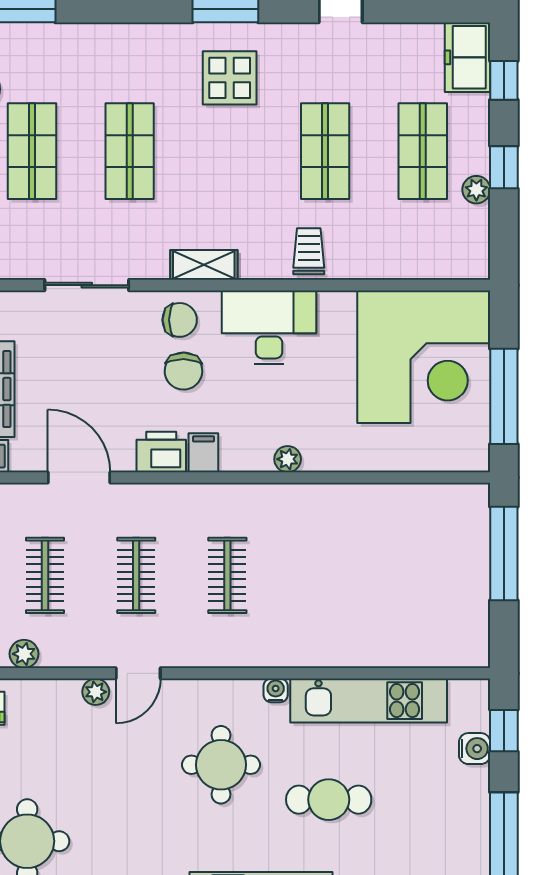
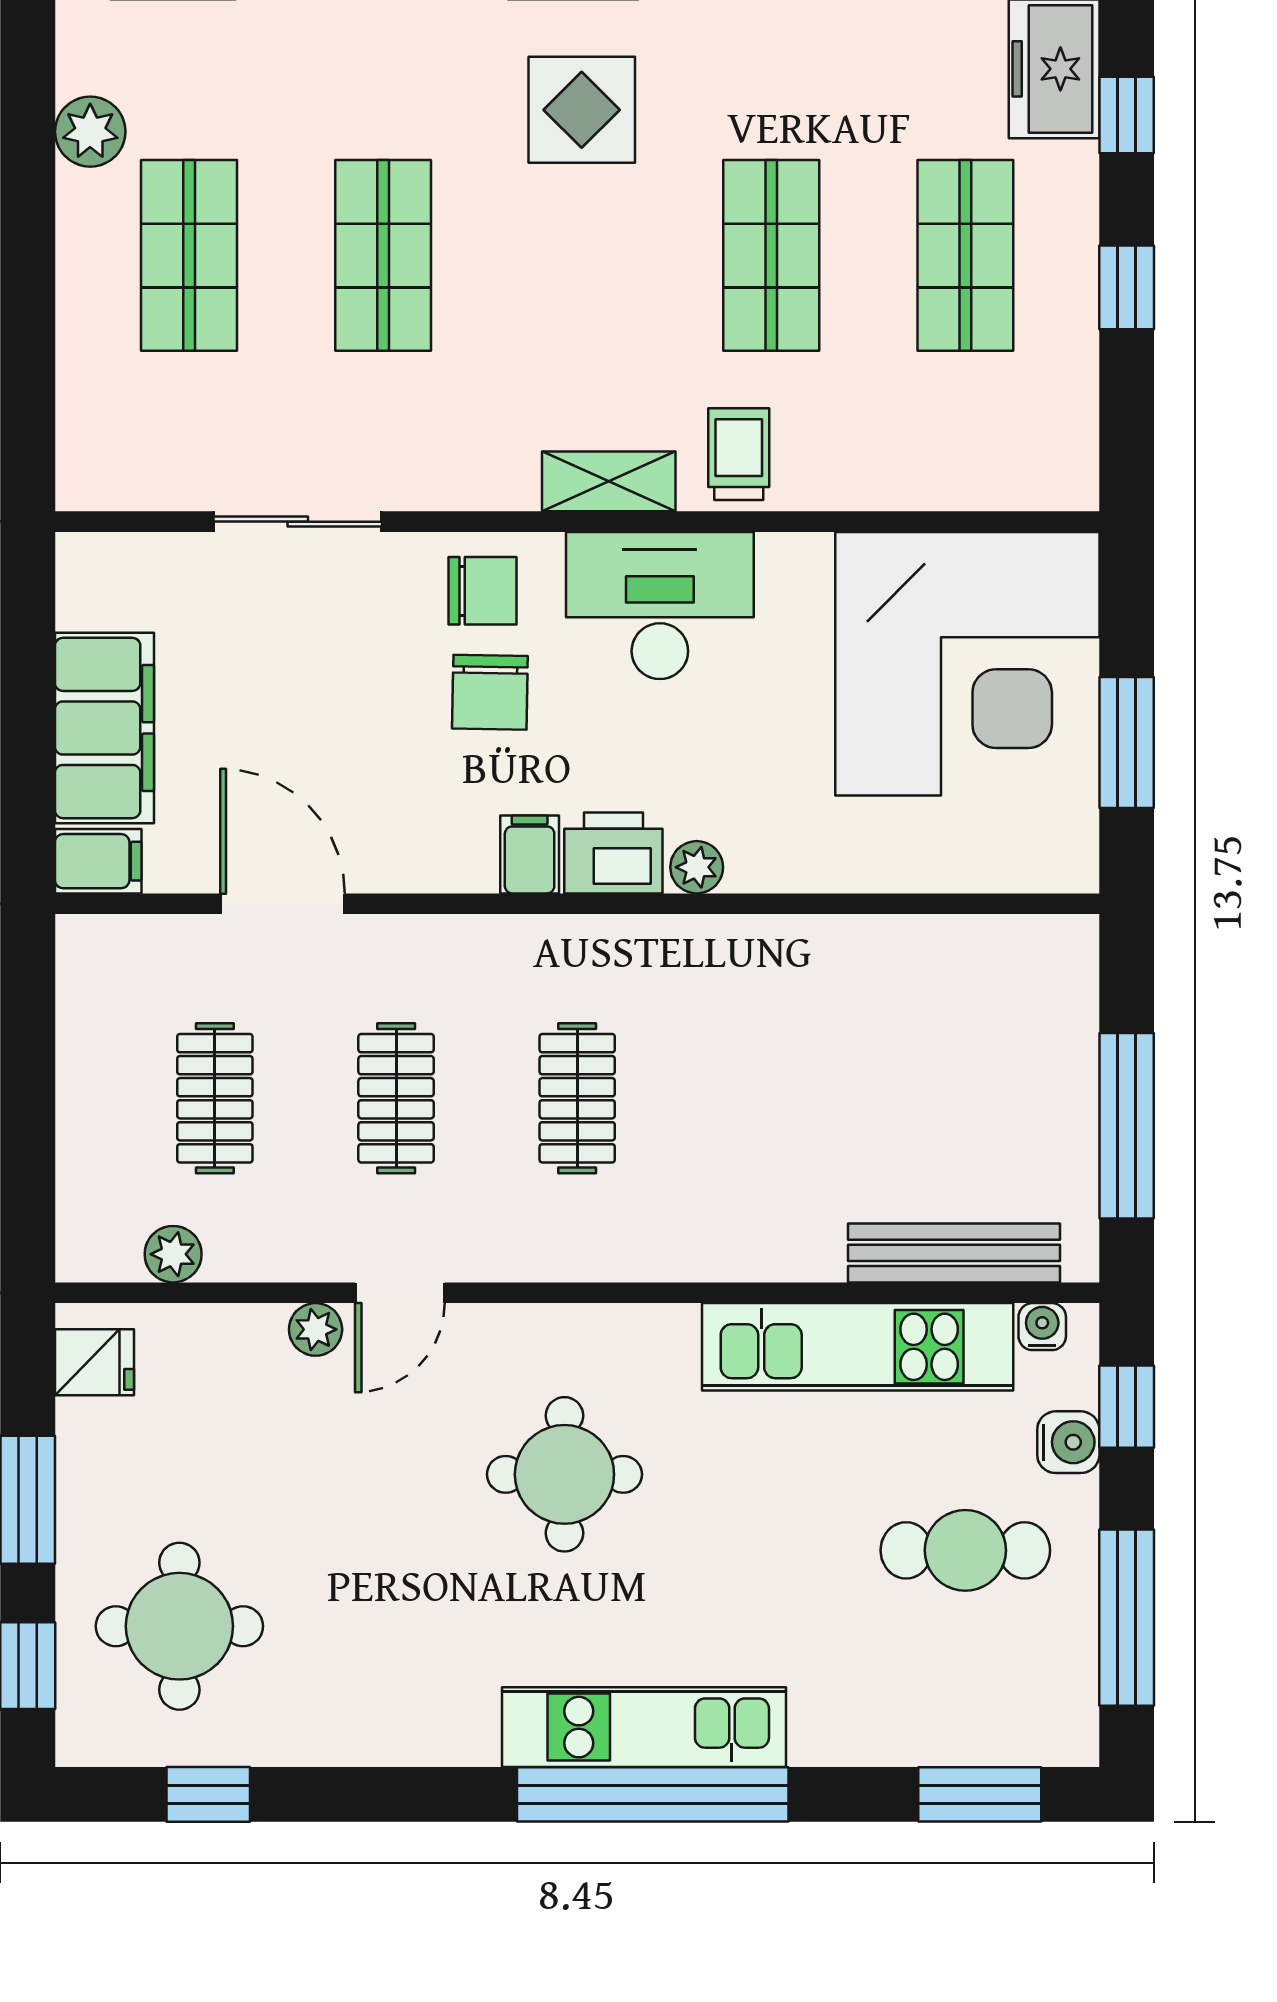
plant: (476, 190) -> (1072, 332), removed
shelving: (204, 265) -> (609, 481), moved
window: (504, 396) -> (1127, 743), width x0.69
printer: (161, 452) -> (613, 853), moved
window: (504, 553) -> (1127, 1126), moved
bench: (417, 653) -> (954, 1253), added
water cooler: (276, 690) -> (1042, 1327), moved
cafe table: (329, 800) -> (965, 1550), moved

